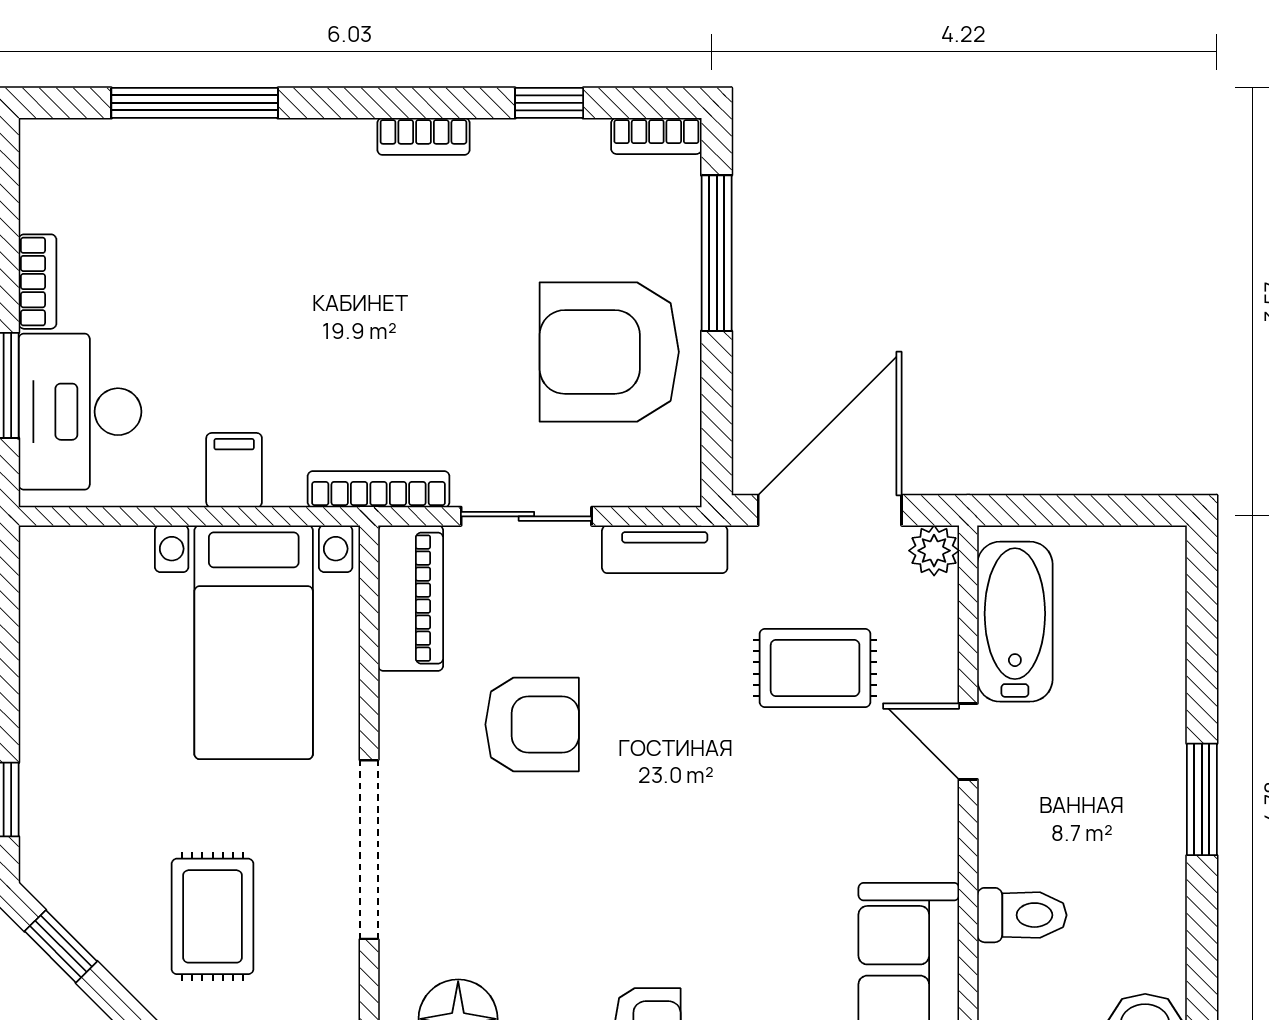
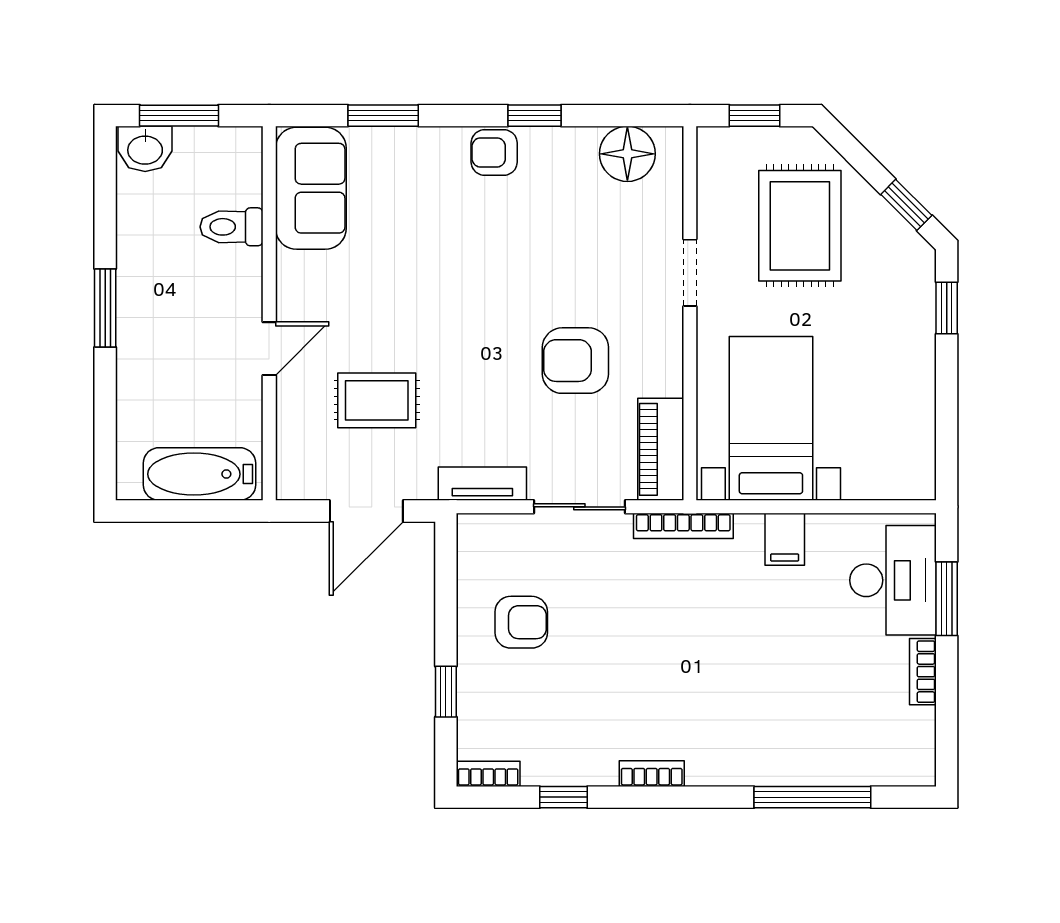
window: (717, 253) -> (446, 692), width x0.46
armchair: (609, 352) -> (521, 622), width x0.53, depth x0.53
door: (830, 510) -> (366, 511), width x0.73
plant: (934, 551) -> (293, 483), removed
bathtub: (1015, 622) -> (199, 474), moved, turned 90
door: (968, 741) -> (269, 349), hinge flipped
doorway: (369, 850) -> (690, 273), width x0.53
rug: (213, 916) -> (800, 226), width x1.36, depth x1.43

